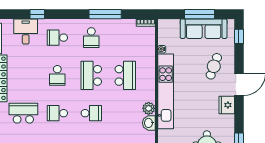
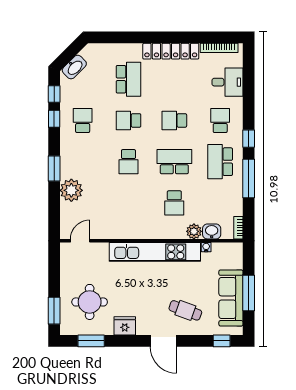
window: (37, 14) -> (249, 139), moved
school desk: (91, 38) -> (220, 162), width x1.85
school desk: (125, 75) -> (174, 203), width x0.54
fridge: (227, 105) -> (125, 326), moved
plant: (149, 108) -> (194, 231), moved
school desk: (57, 113) -> (128, 120), turned -90
washbasin: (149, 123) -> (212, 231), moved

